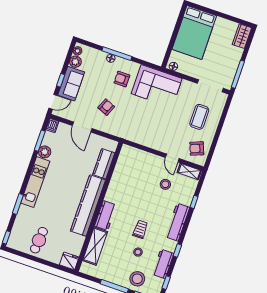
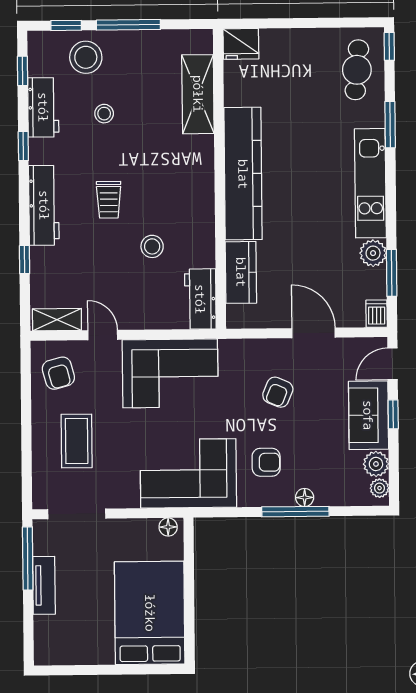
wardrobe: (242, 36) -> (48, 641), removed
tv unit: (235, 60) -> (44, 585), added
corner sofa: (149, 131) -> (170, 373), added
armchair: (197, 149) -> (58, 373), turned 96
stool: (165, 184) -> (152, 246), moved
workbench: (106, 215) -> (200, 299), moved
trolley: (140, 229) -> (109, 200), moved
cafe table: (39, 240) -> (357, 70), moved

